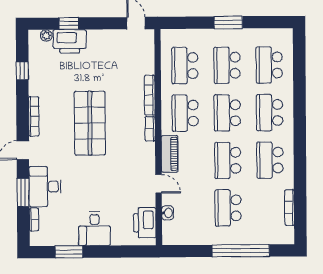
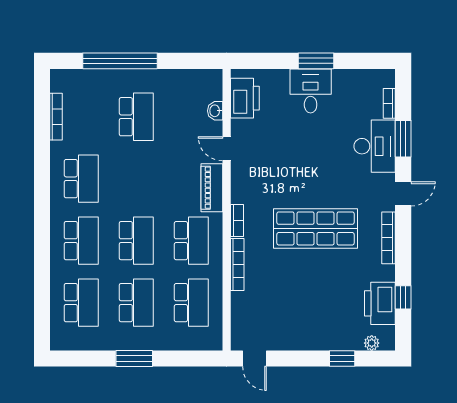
printer: (70, 41) -> (380, 303), moved, turned -90
shop shelf: (90, 123) -> (316, 228), turned 90
school desk: (228, 160) -> (136, 179), removed
window: (69, 252) -> (316, 61), moved

